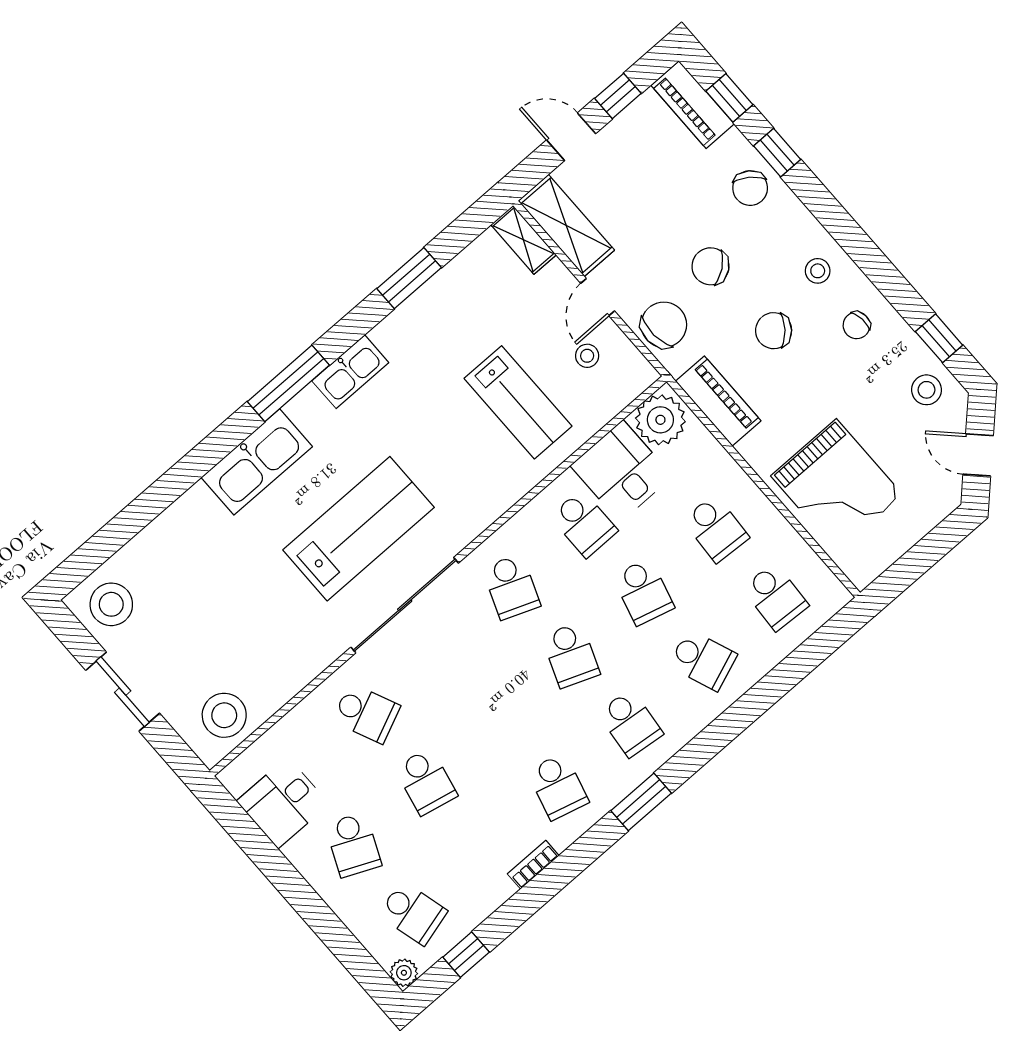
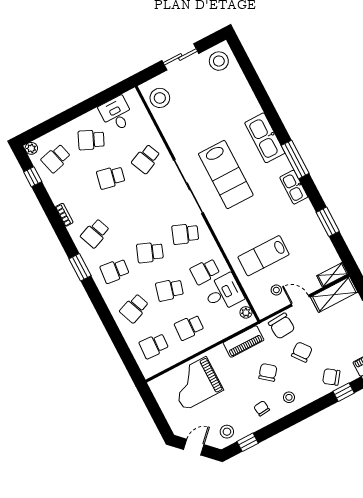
plant: (660, 420) -> (246, 312), width x0.53, depth x0.53
school desk: (558, 787) -> (95, 233), turned -36

